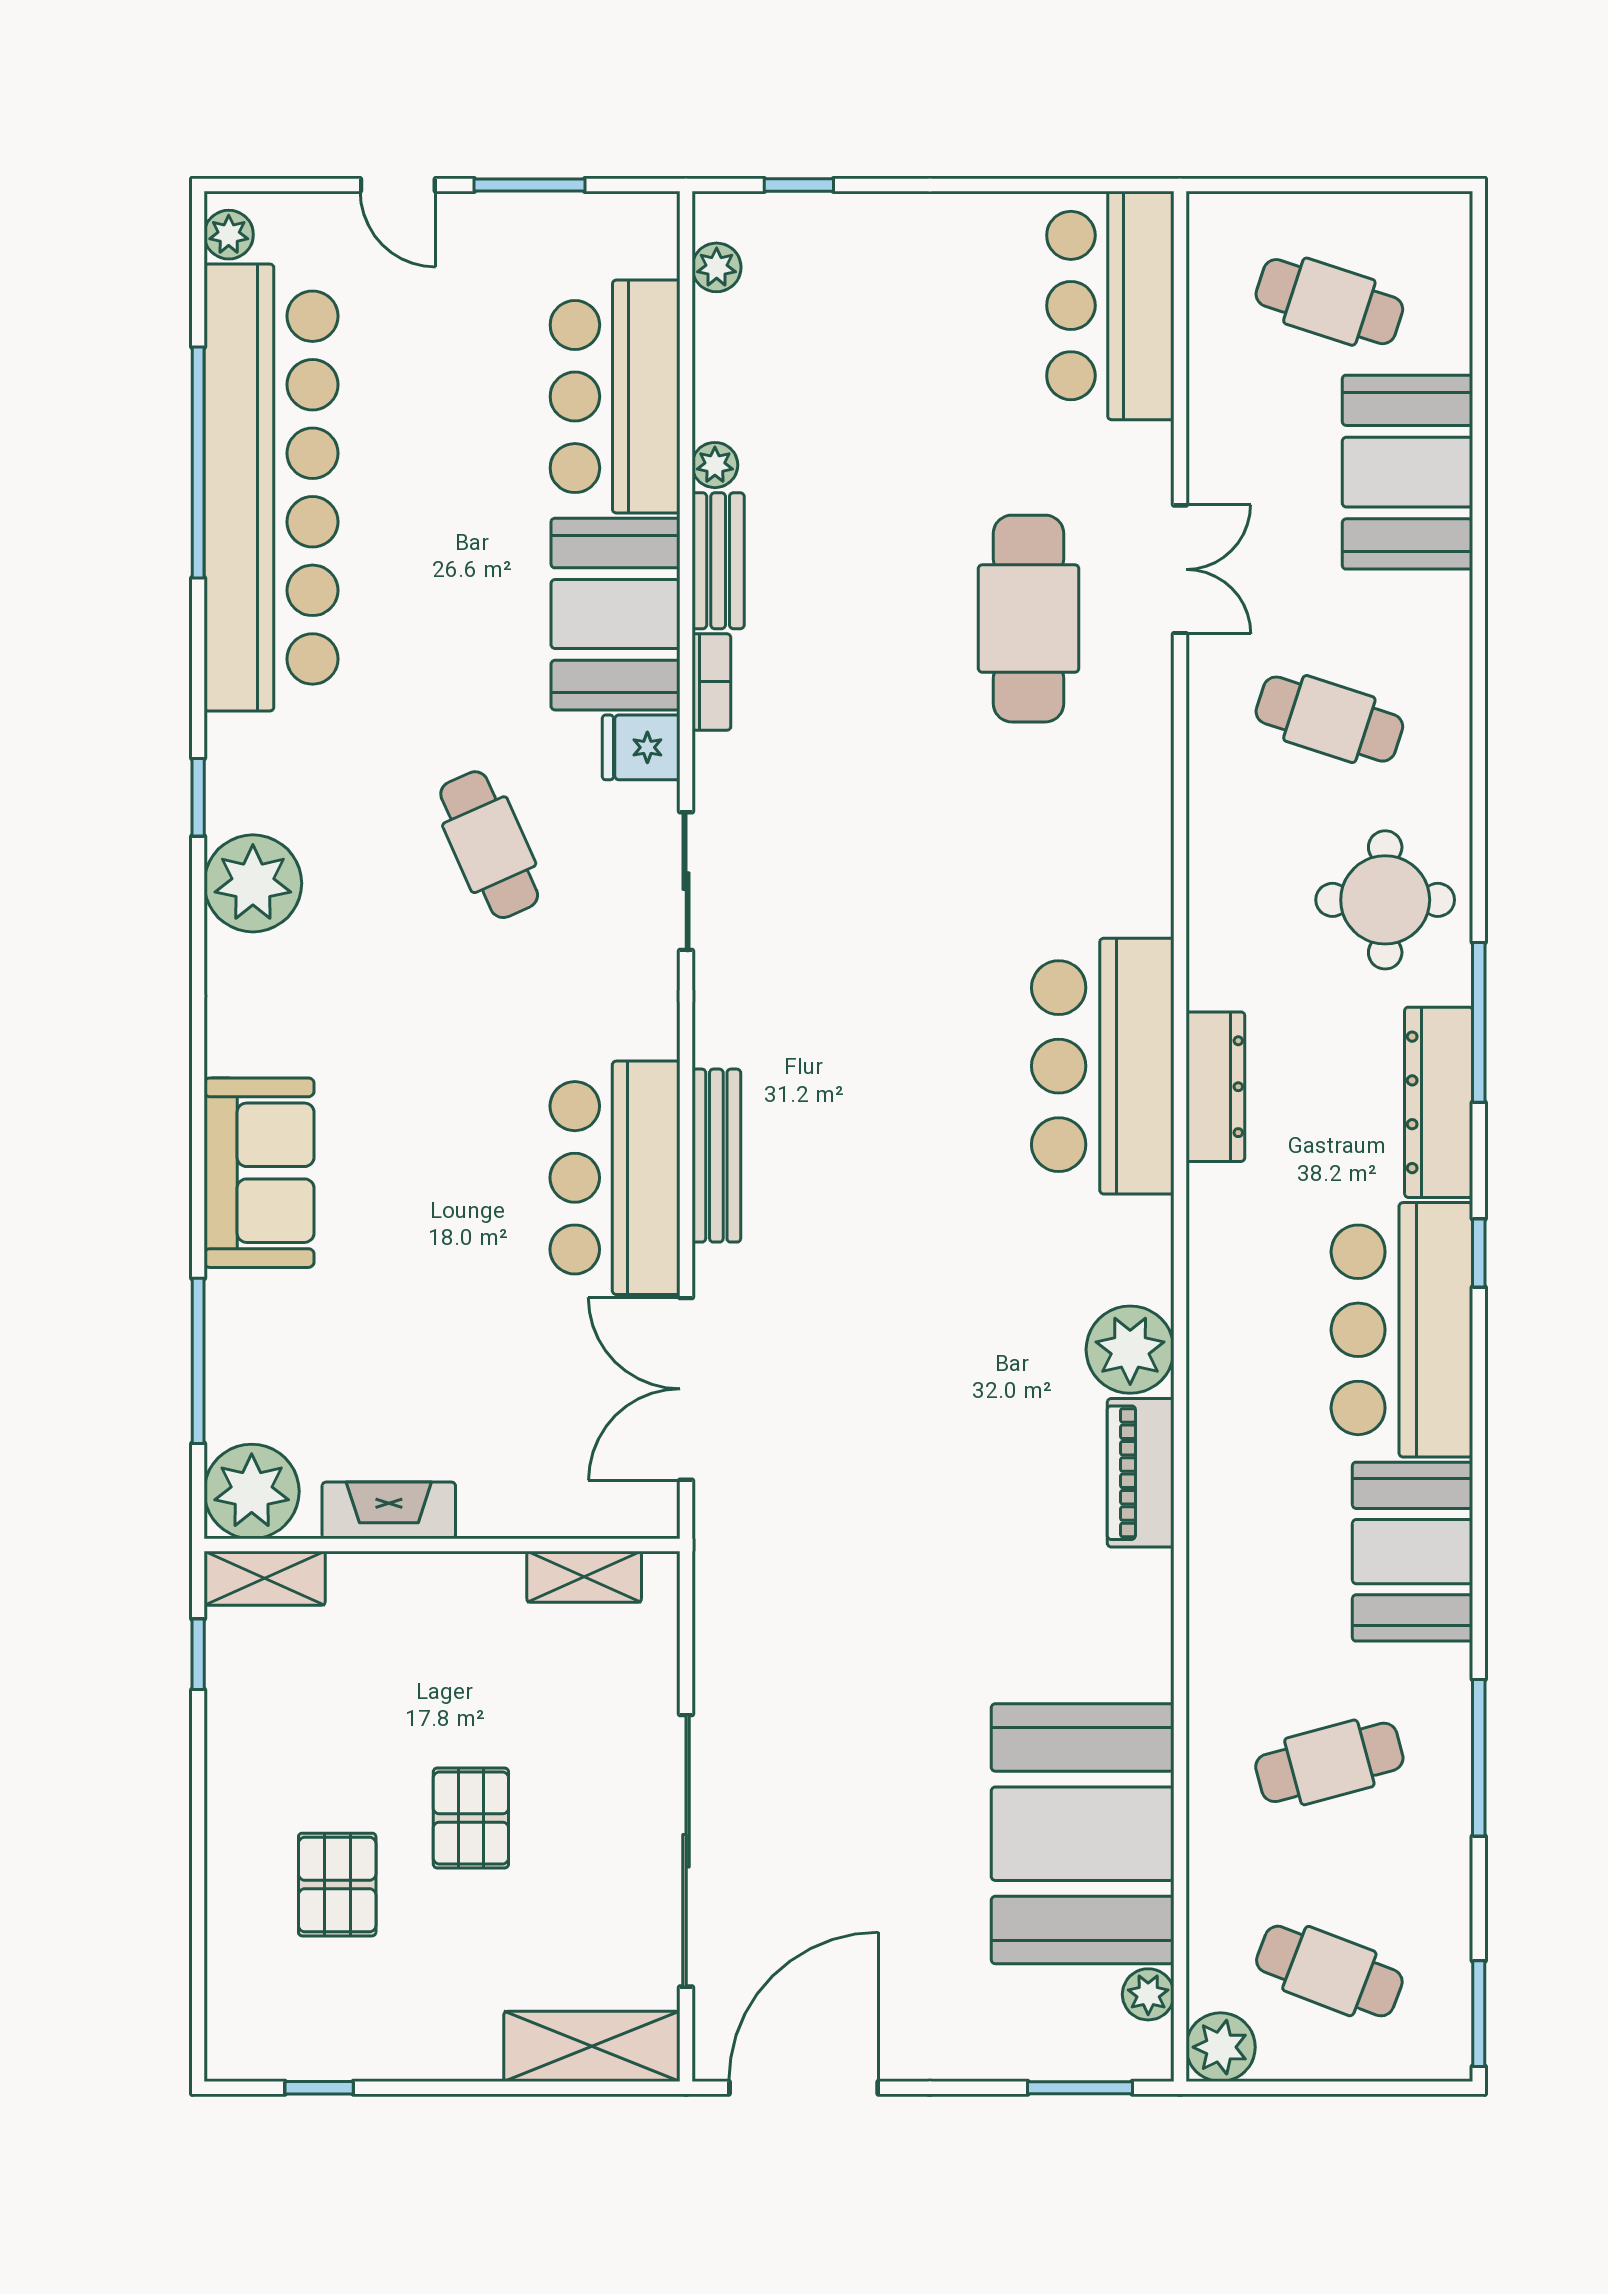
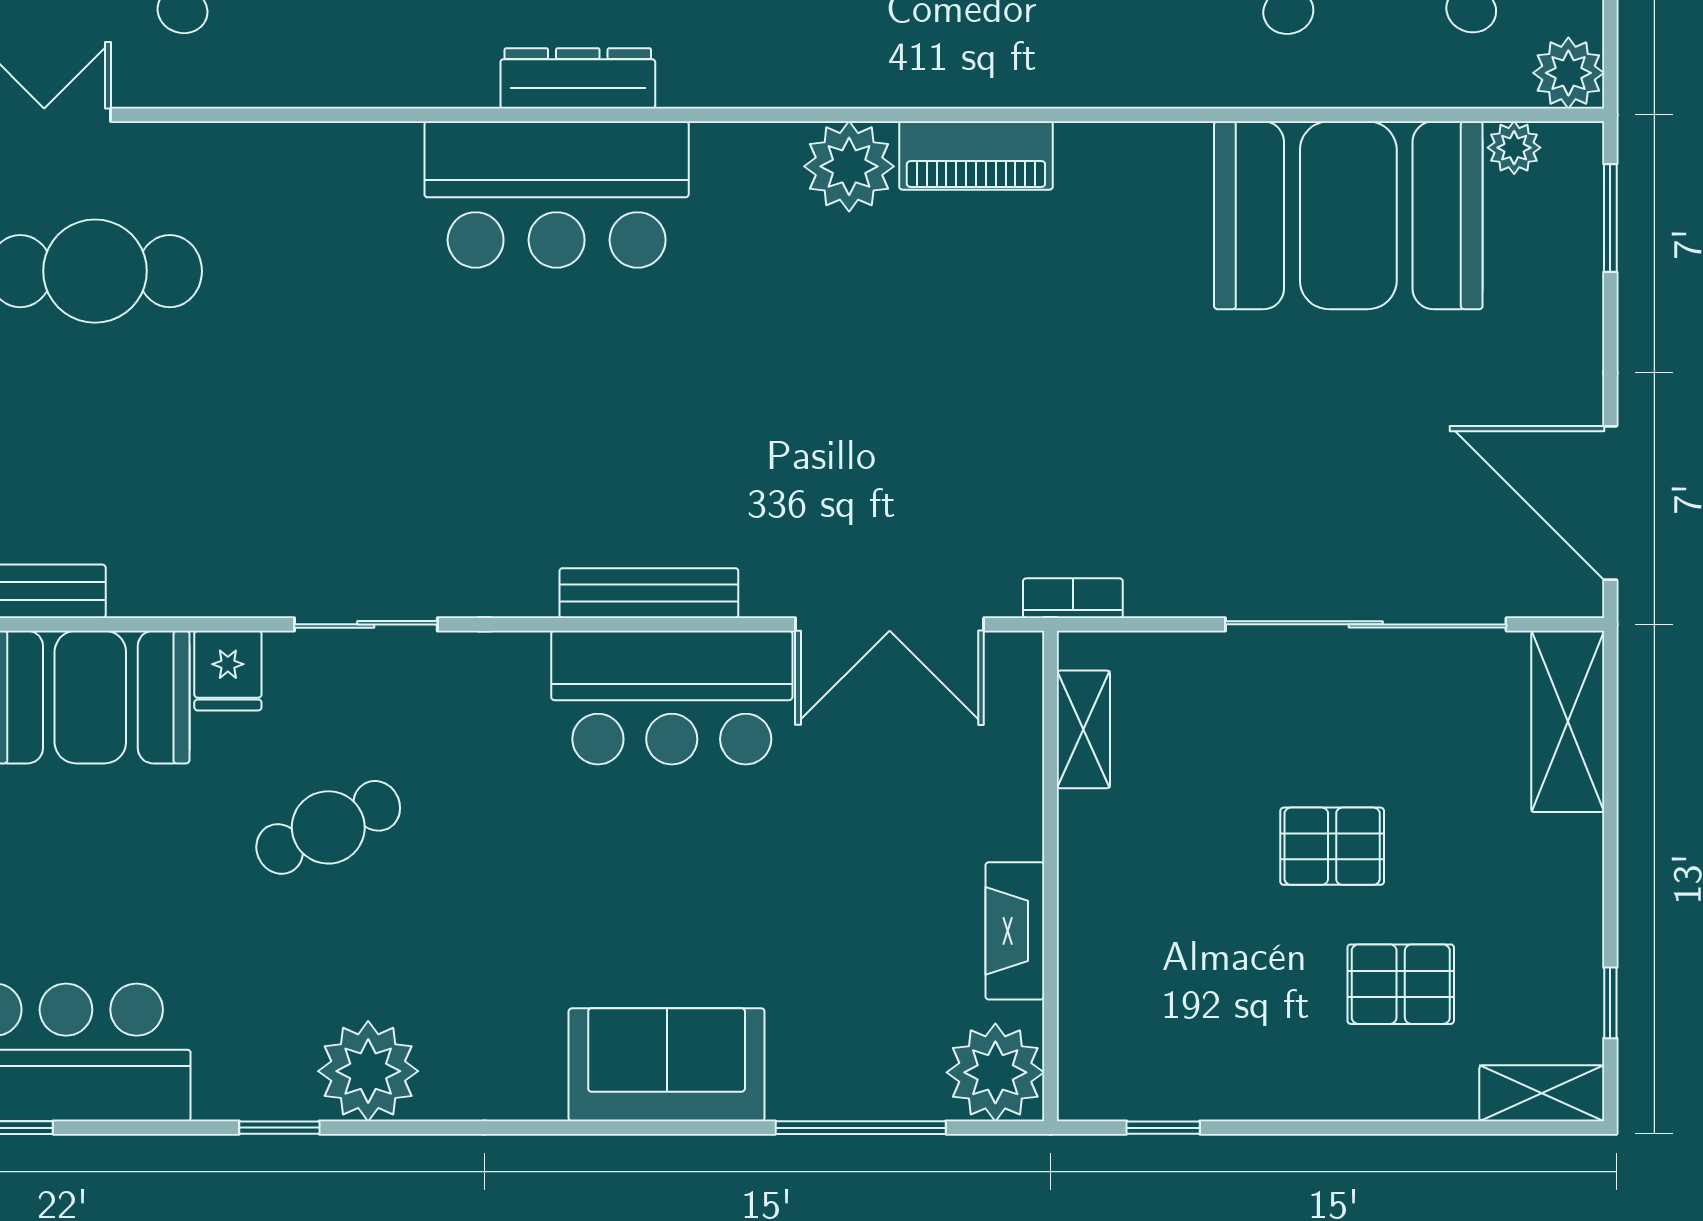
bookcase: (711, 682) -> (1073, 598), moved
shelving: (265, 1578) -> (1542, 1093), moved, turned 90

